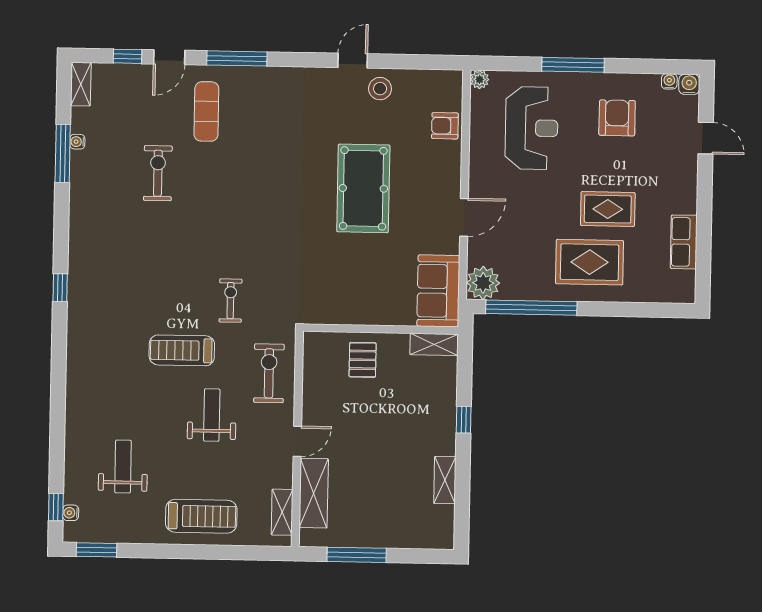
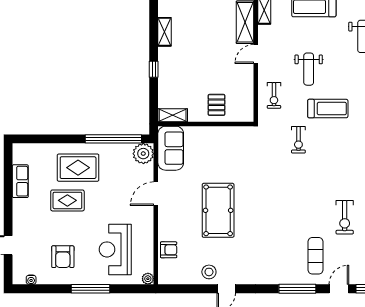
water cooler: (689, 84) -> (19, 278), removed
exercise bike: (269, 373) -> (274, 95), width x0.73, depth x0.72

